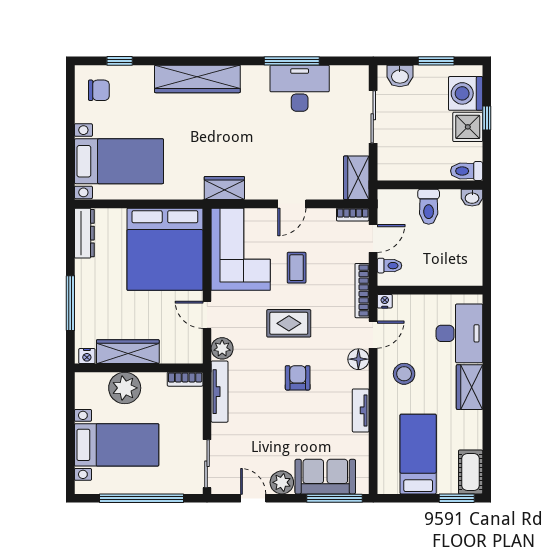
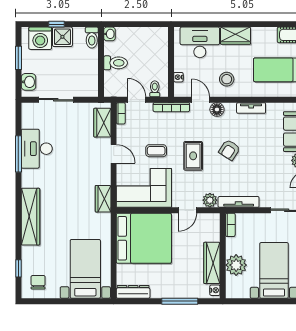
wardrobe: (356, 178) -> (102, 123), moved, turned 90
nightstand: (385, 301) -> (178, 77), moved
armchair: (298, 378) -> (229, 150), turned -57

